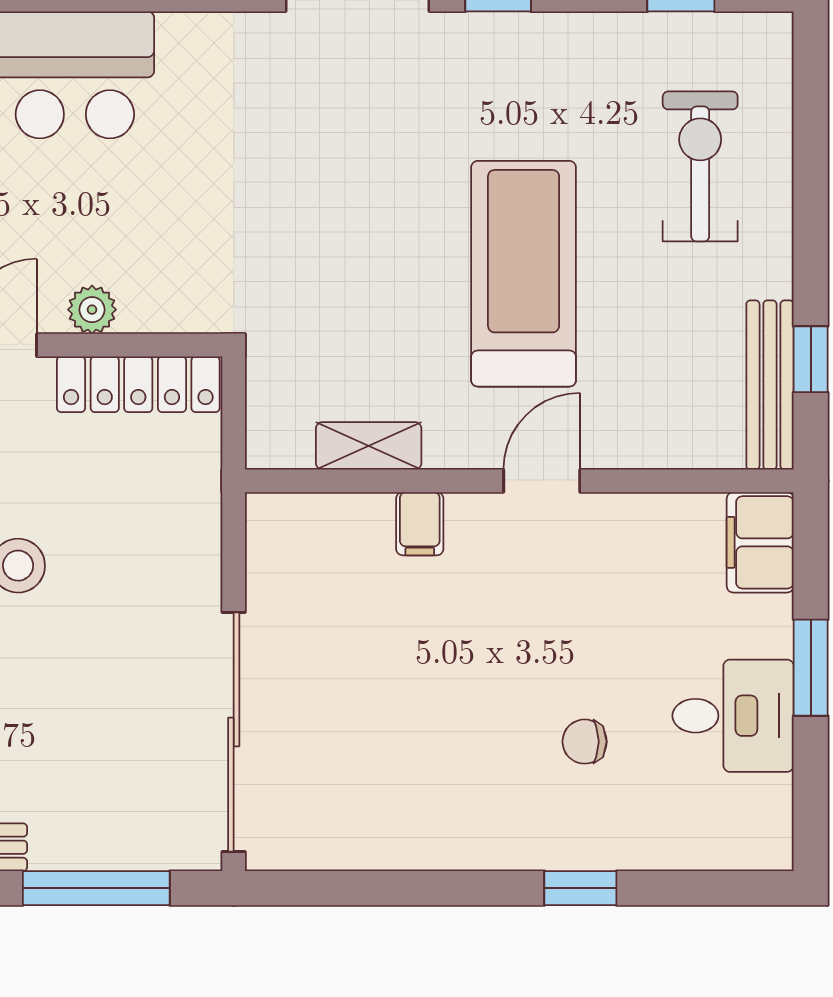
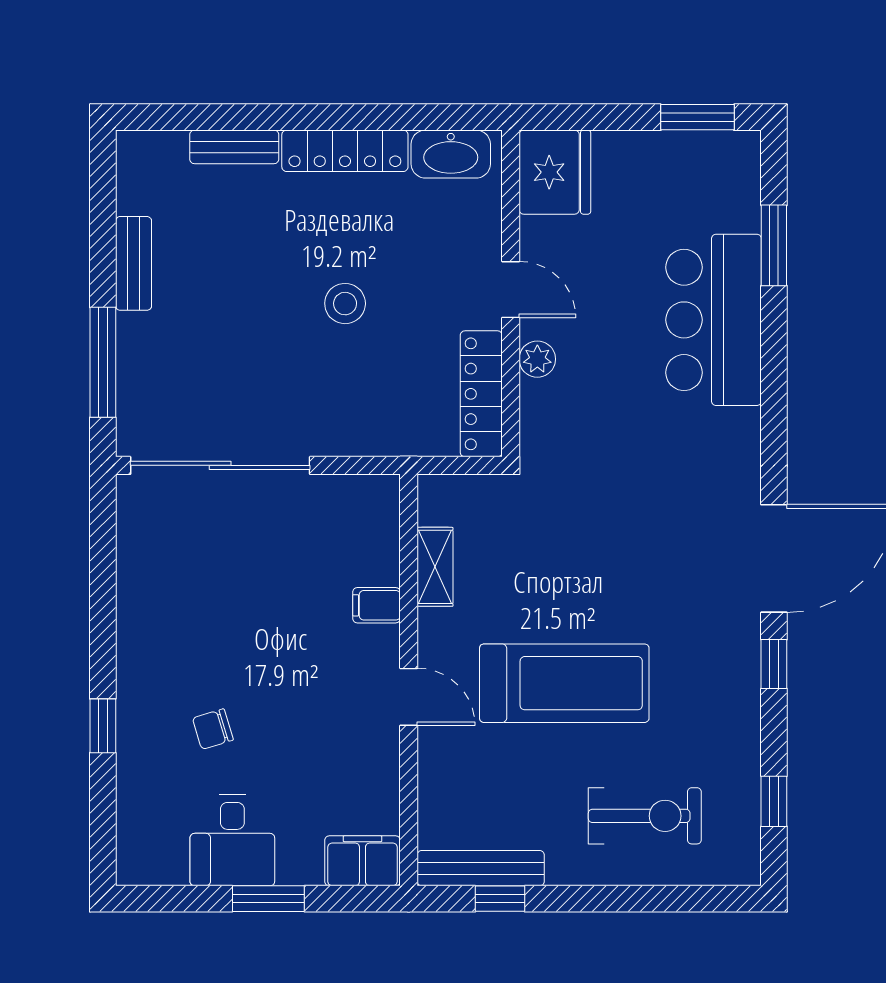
chair: (585, 742) -> (213, 729), turned -107

